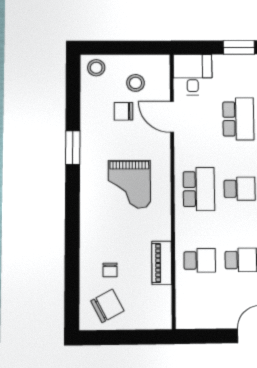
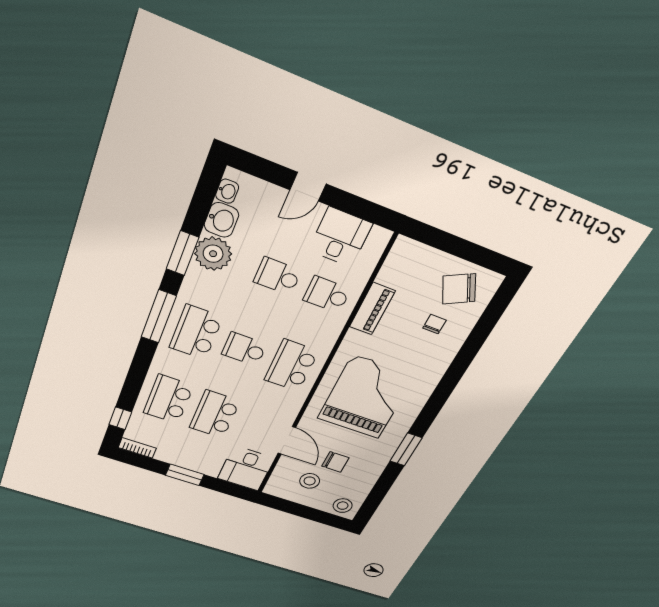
grand piano: (129, 184) -> (366, 397), width x1.37, depth x1.48
desk: (211, 309) -> (340, 237), added

